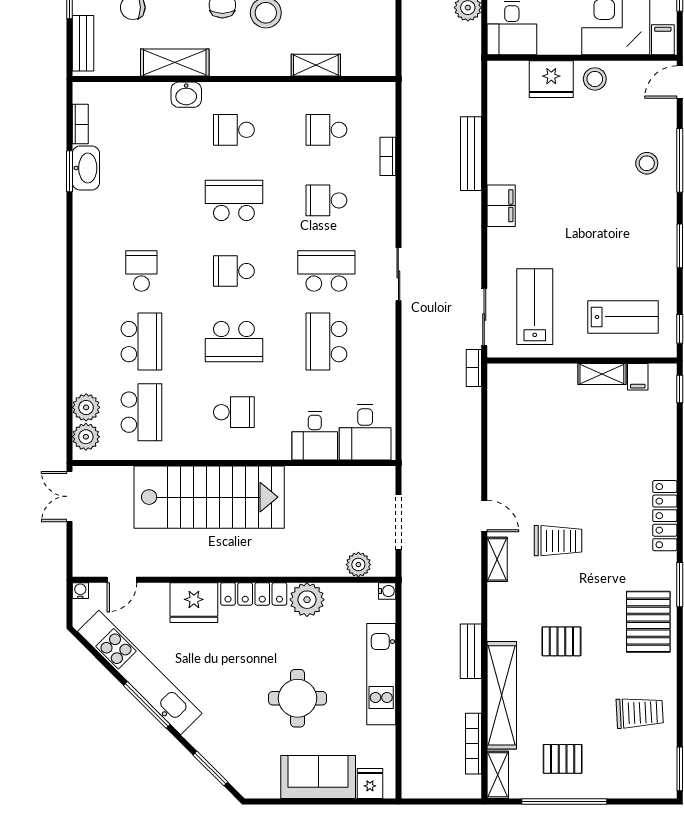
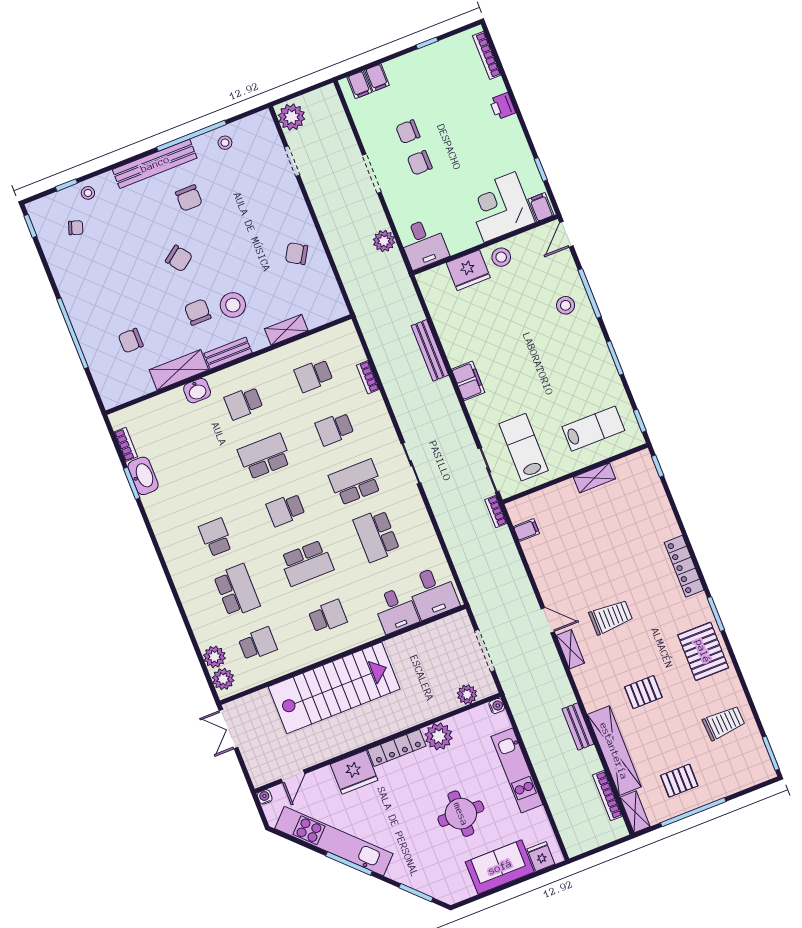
bench: (83, 43) -> (228, 353), moved, turned 90
filing cabinet: (638, 377) -> (526, 530), moved, turned -90
school desk: (141, 412) -> (258, 644), width x0.54

